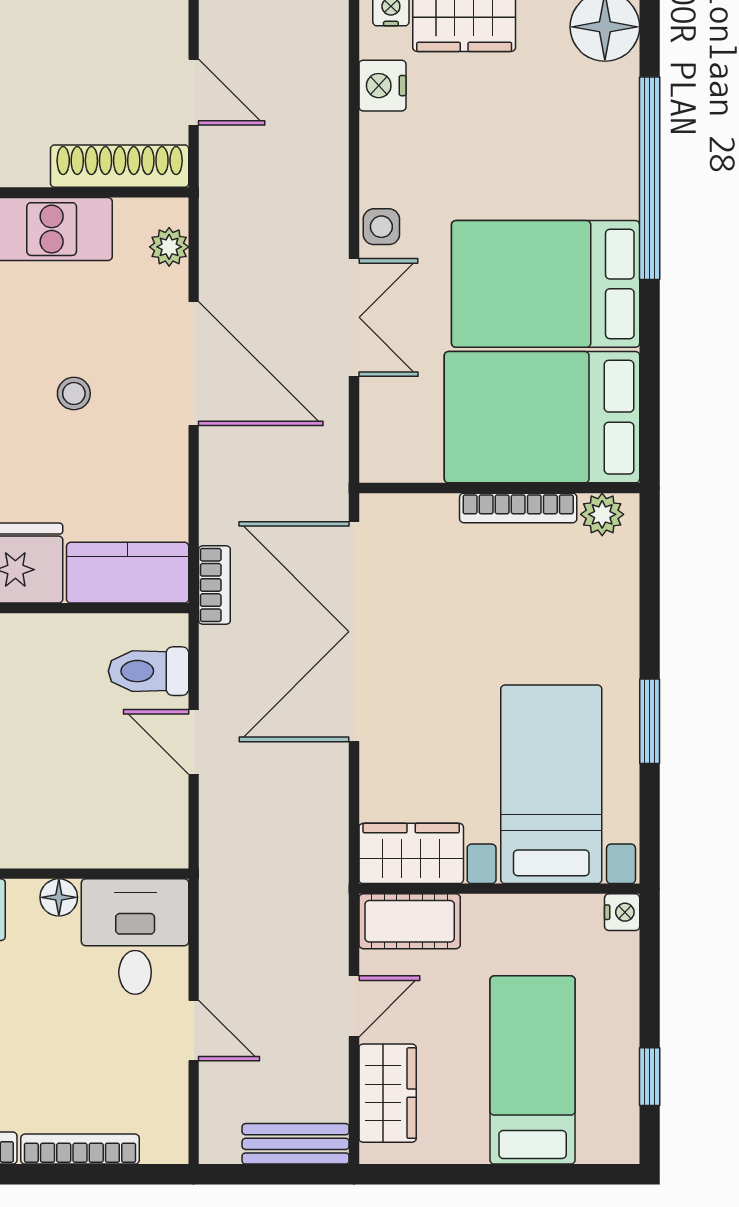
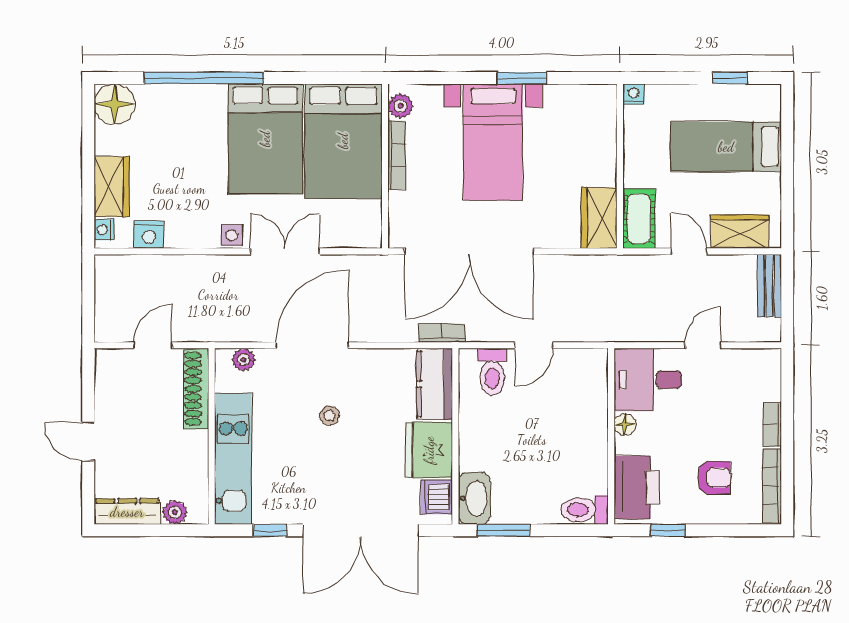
bed with nightstands: (551, 784) -> (493, 142), moved, turned -90
bookcase: (80, 1149) -> (773, 424), width x0.64

